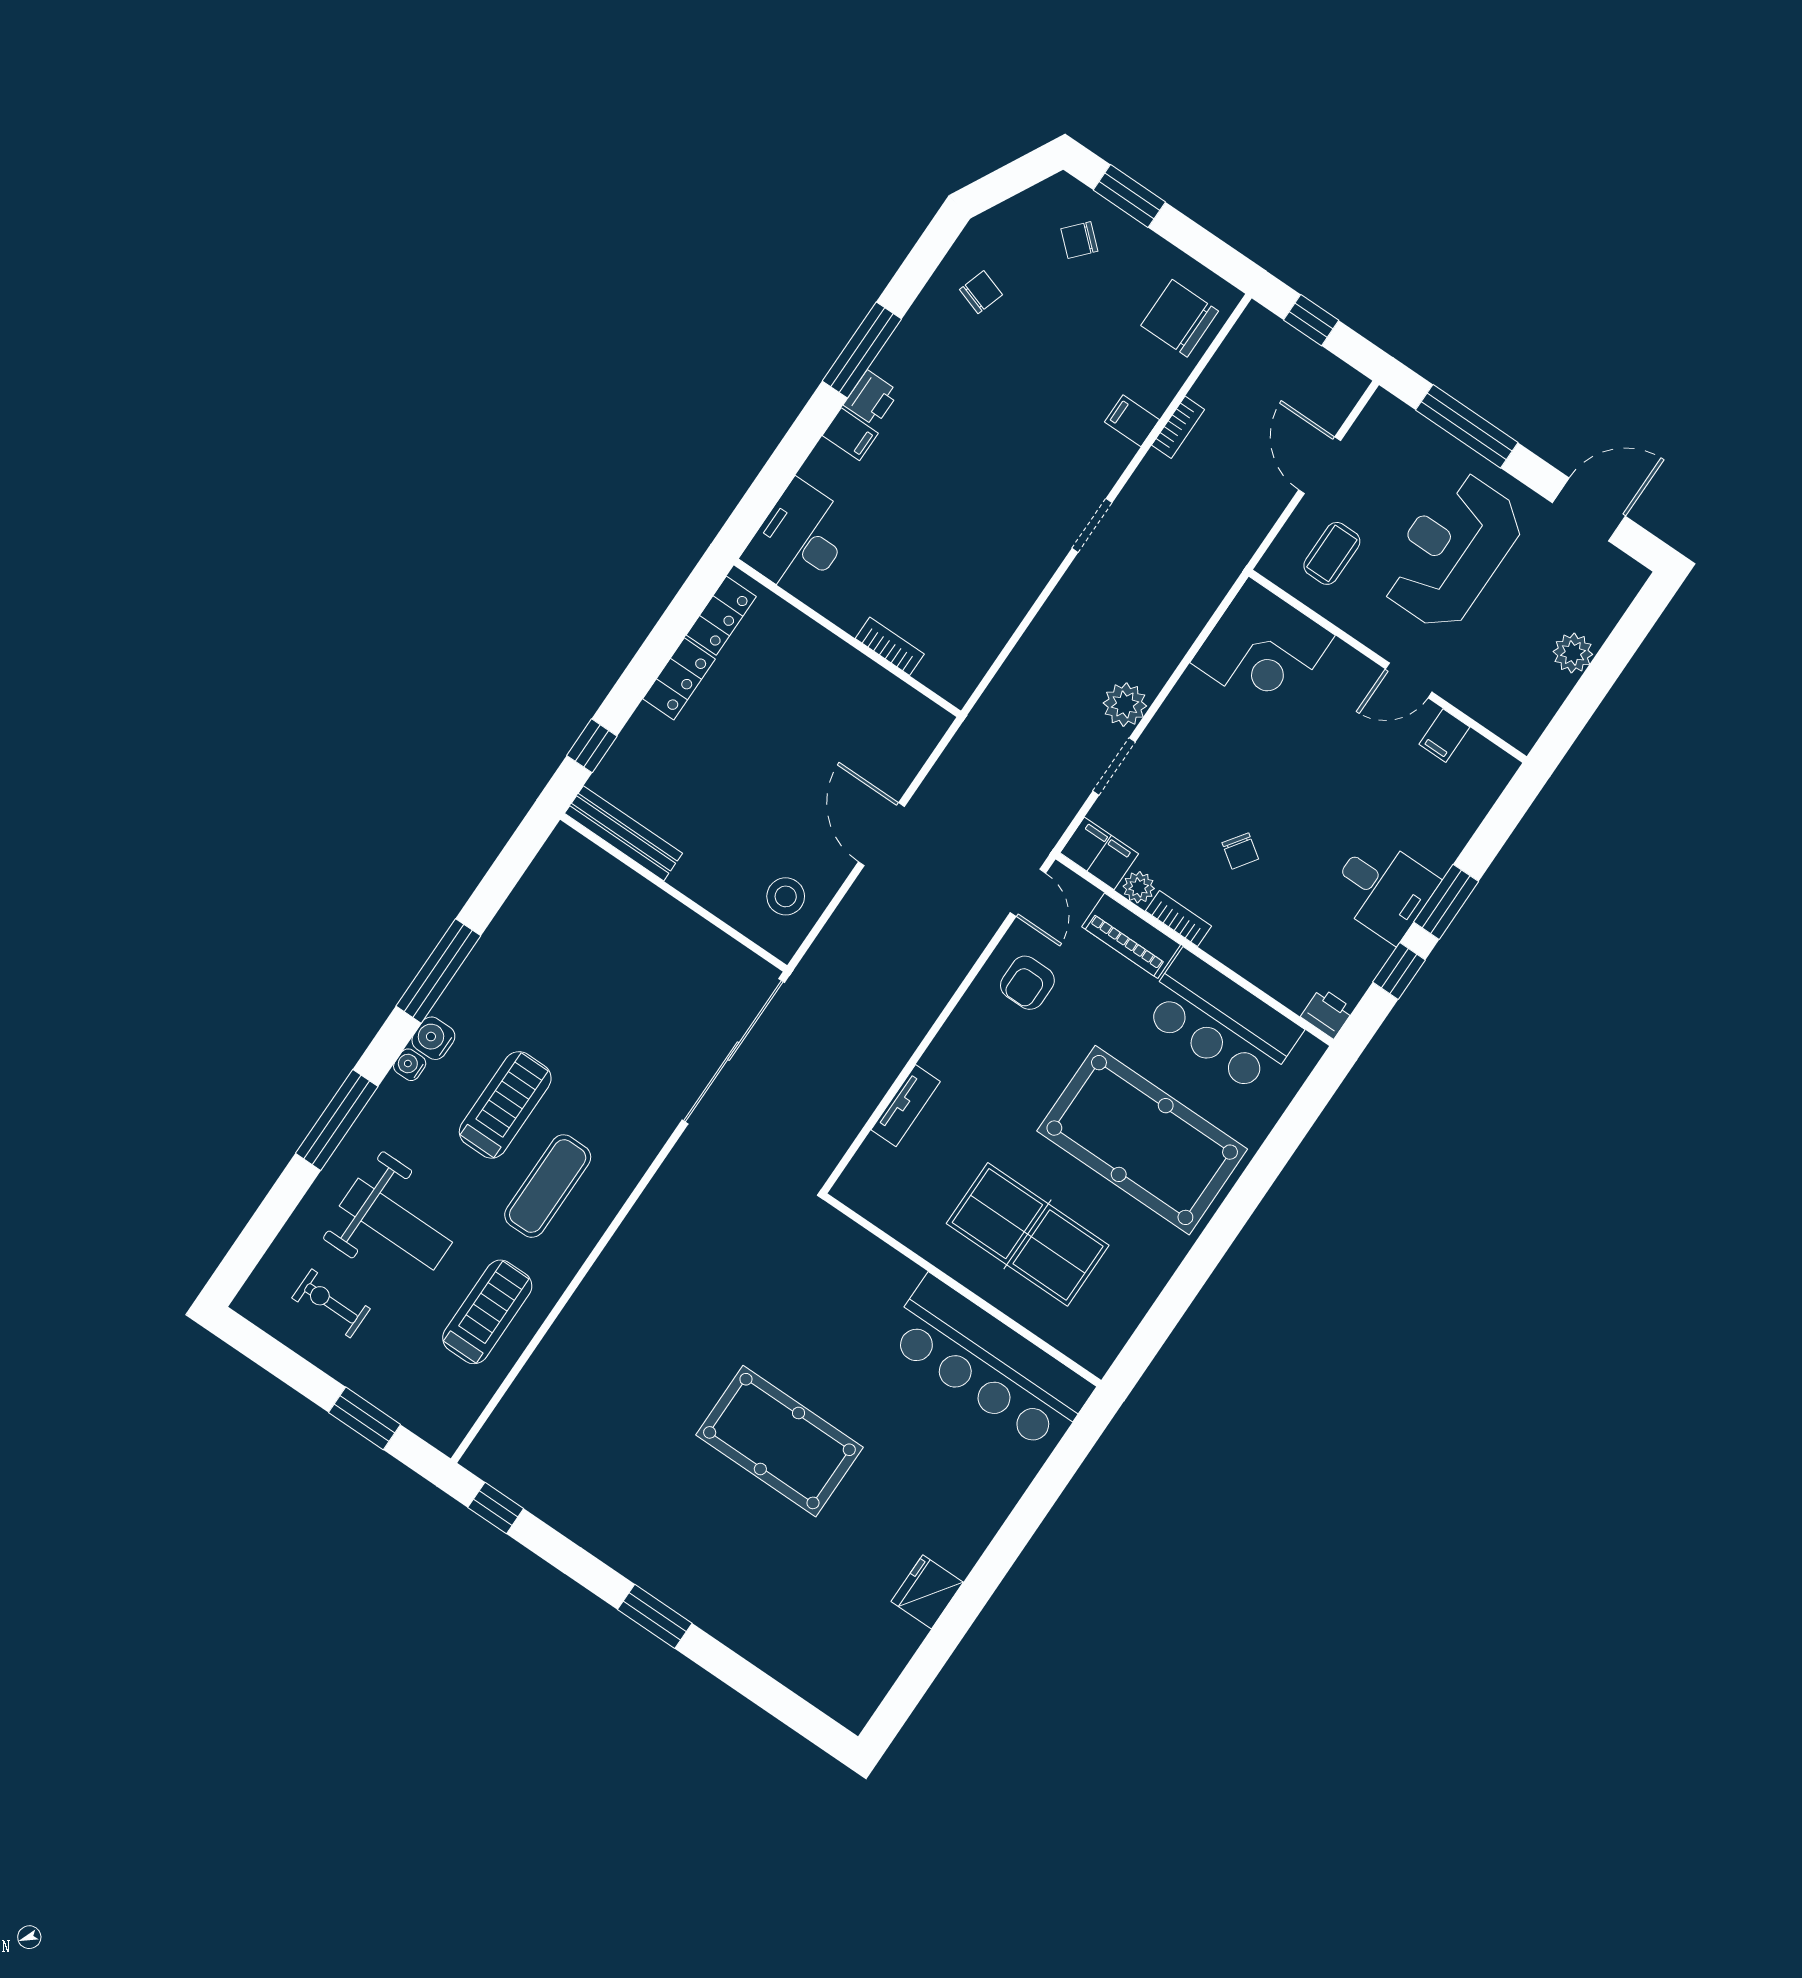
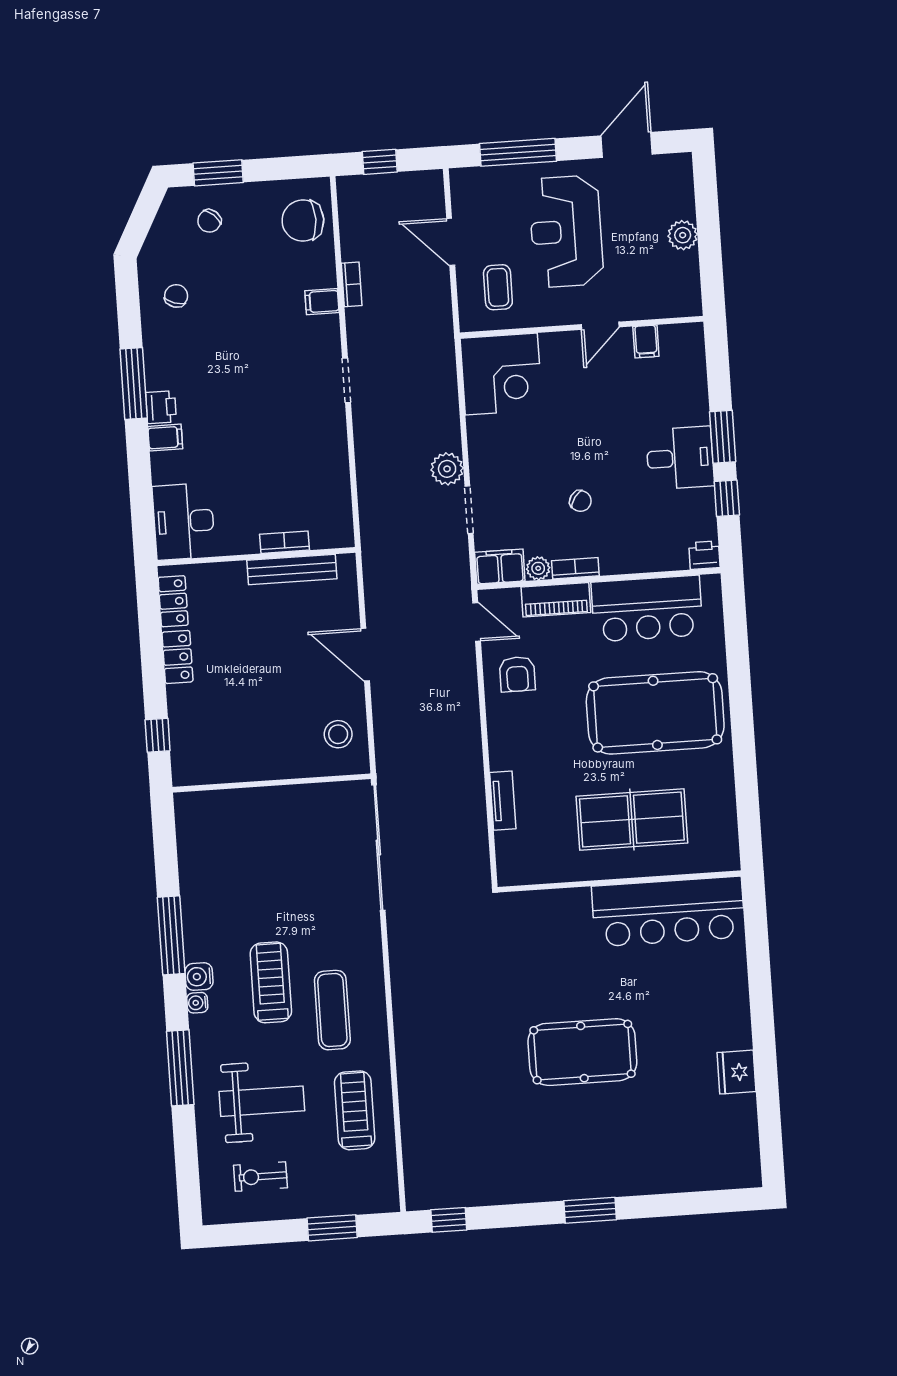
bench: (623, 833) -> (292, 569), moved

